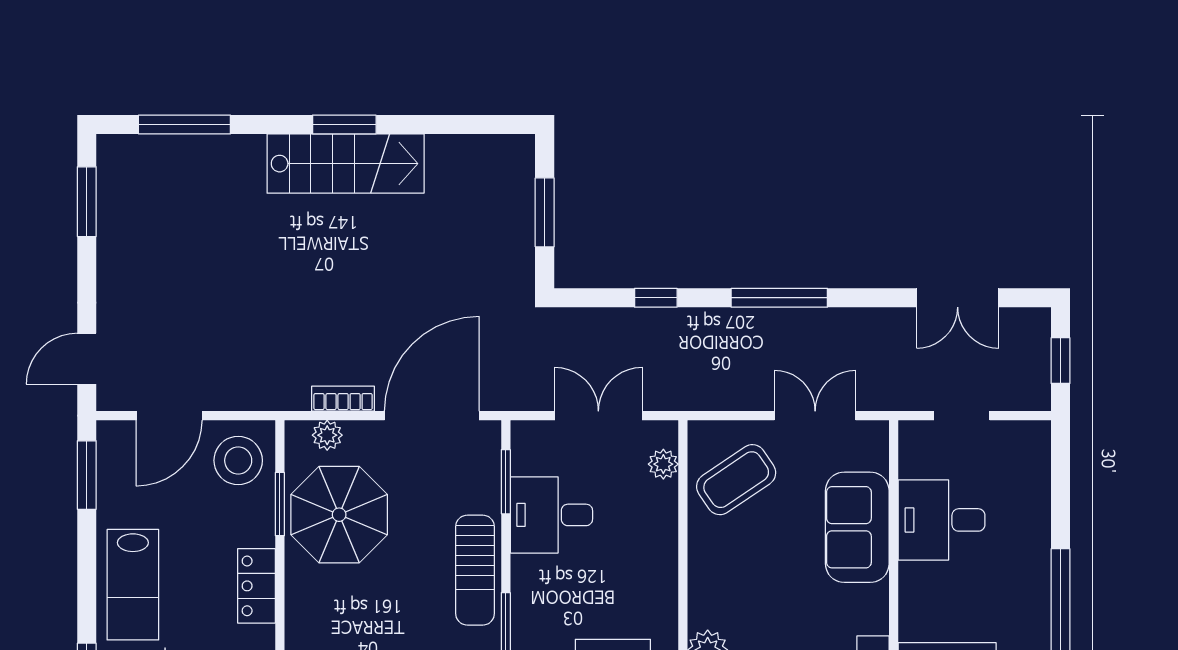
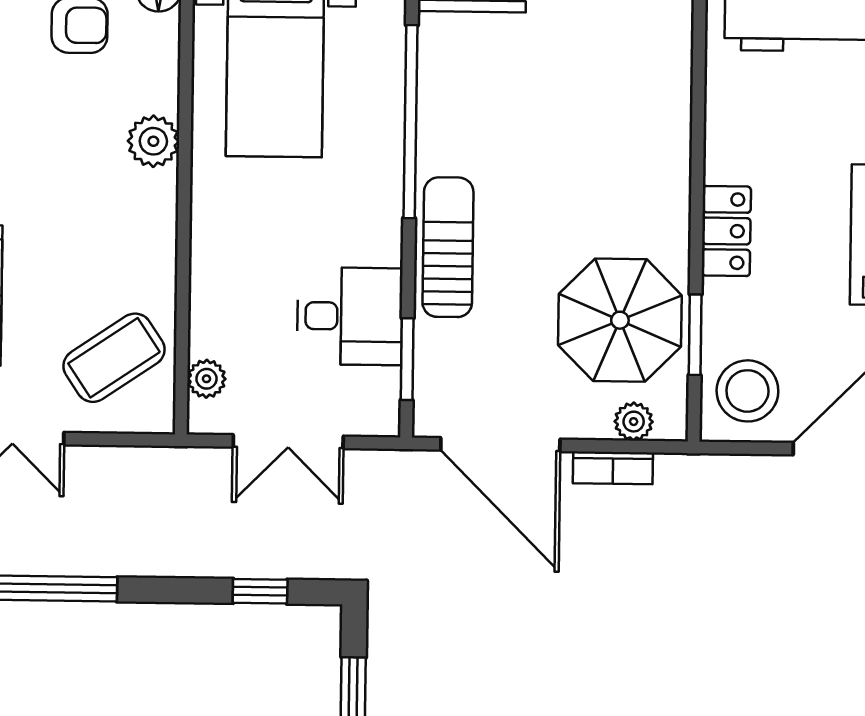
window: (656, 298) -> (260, 591), moved
door: (432, 416) -> (500, 445), hinge flipped

